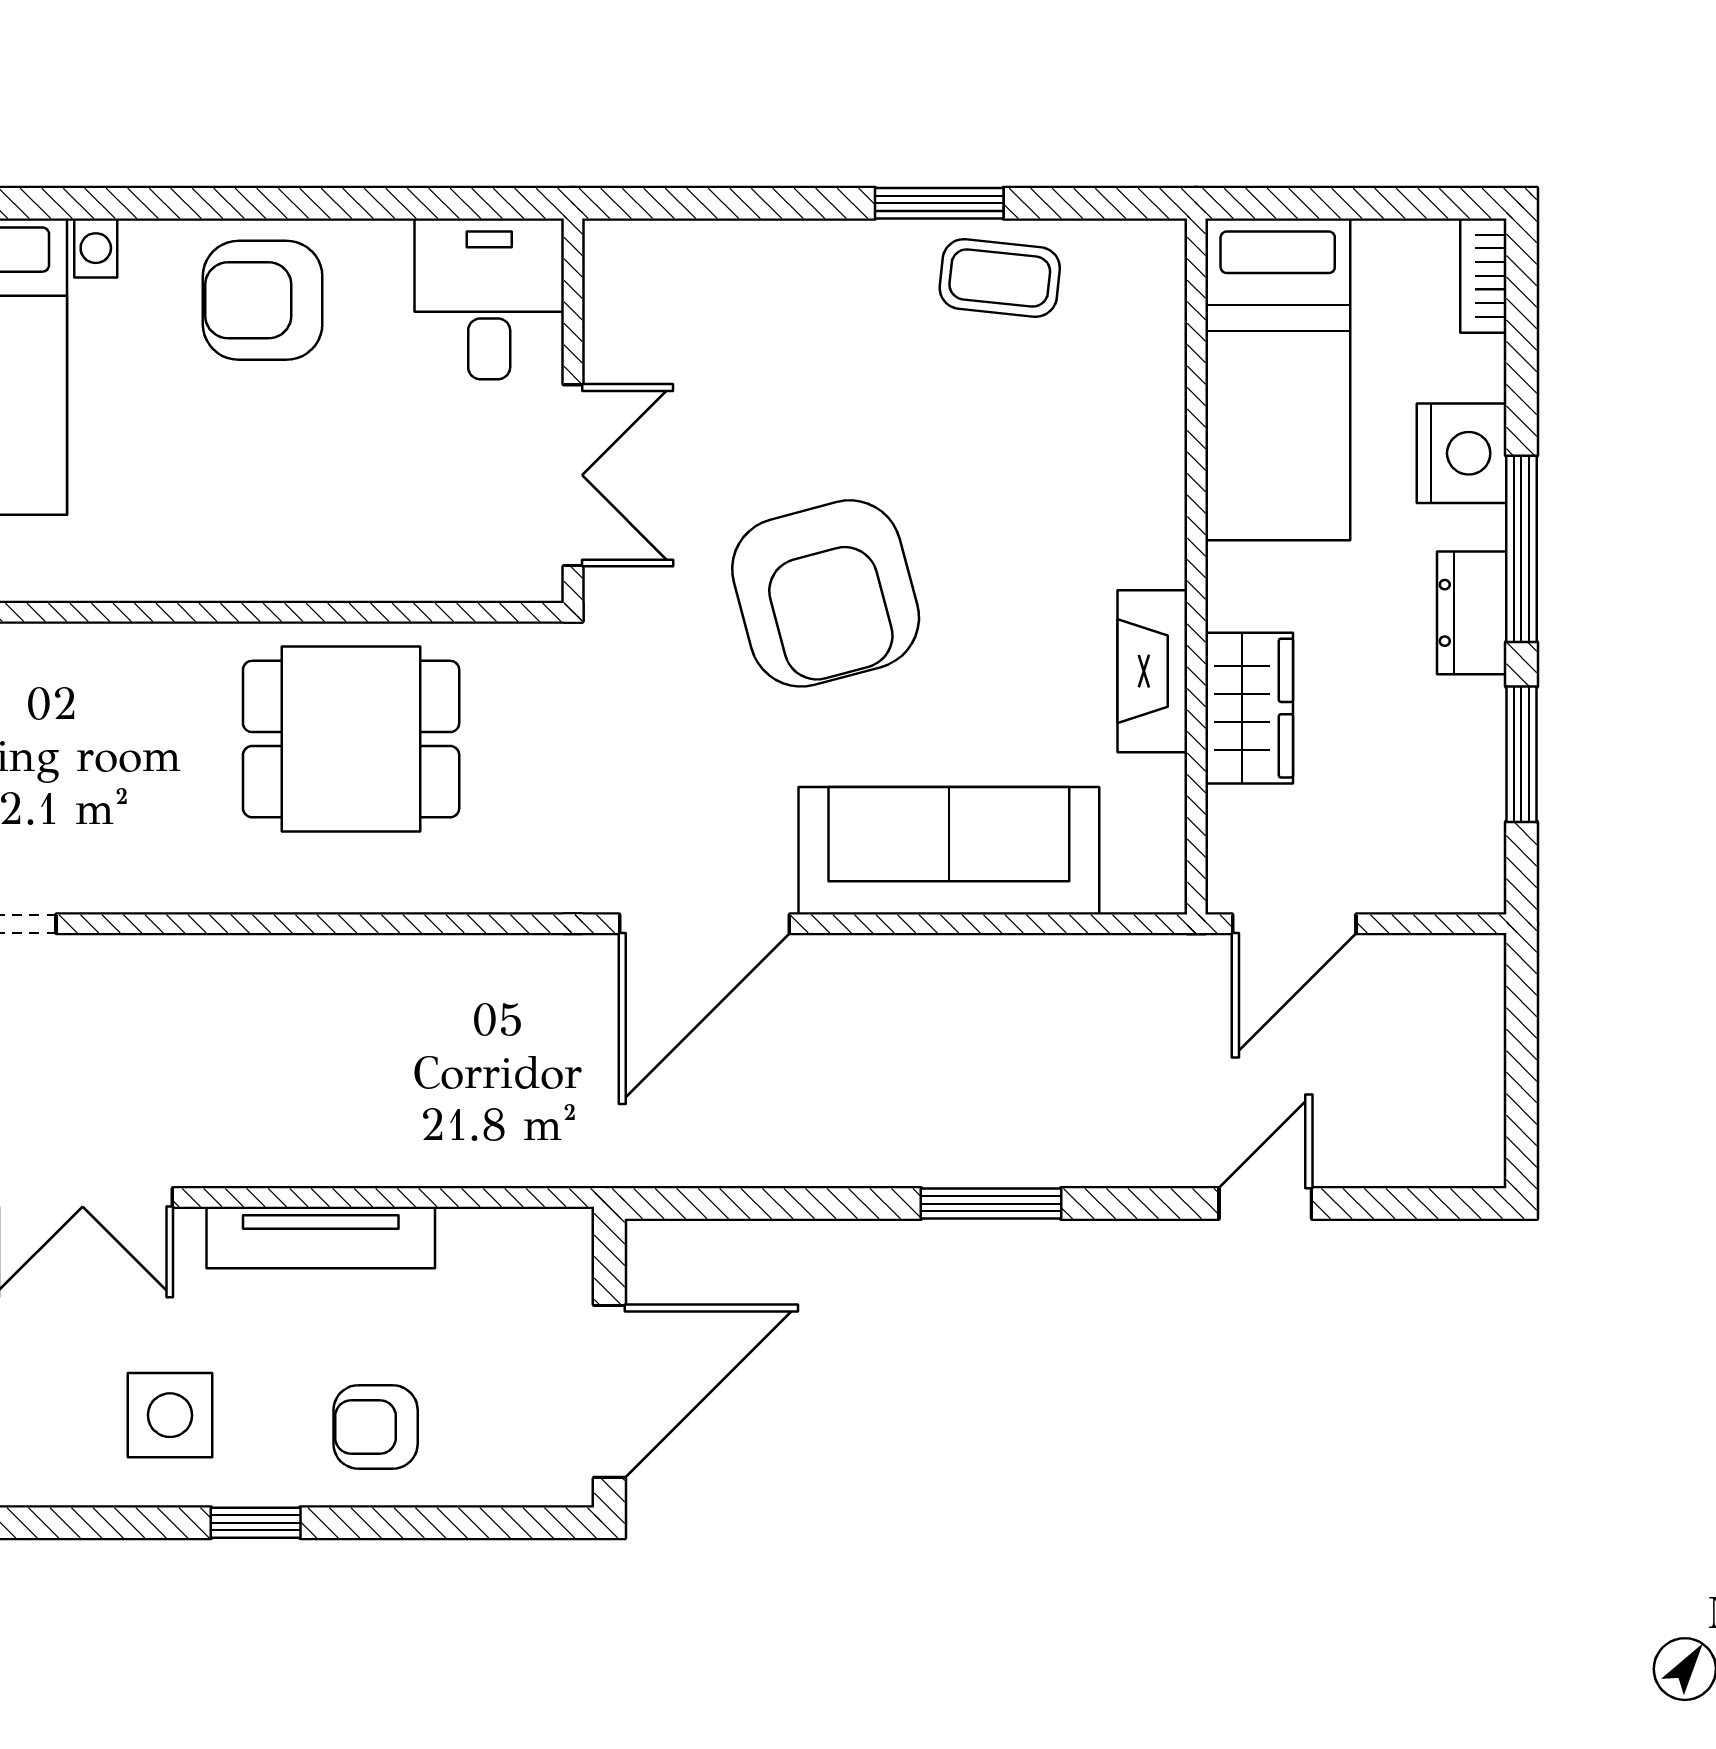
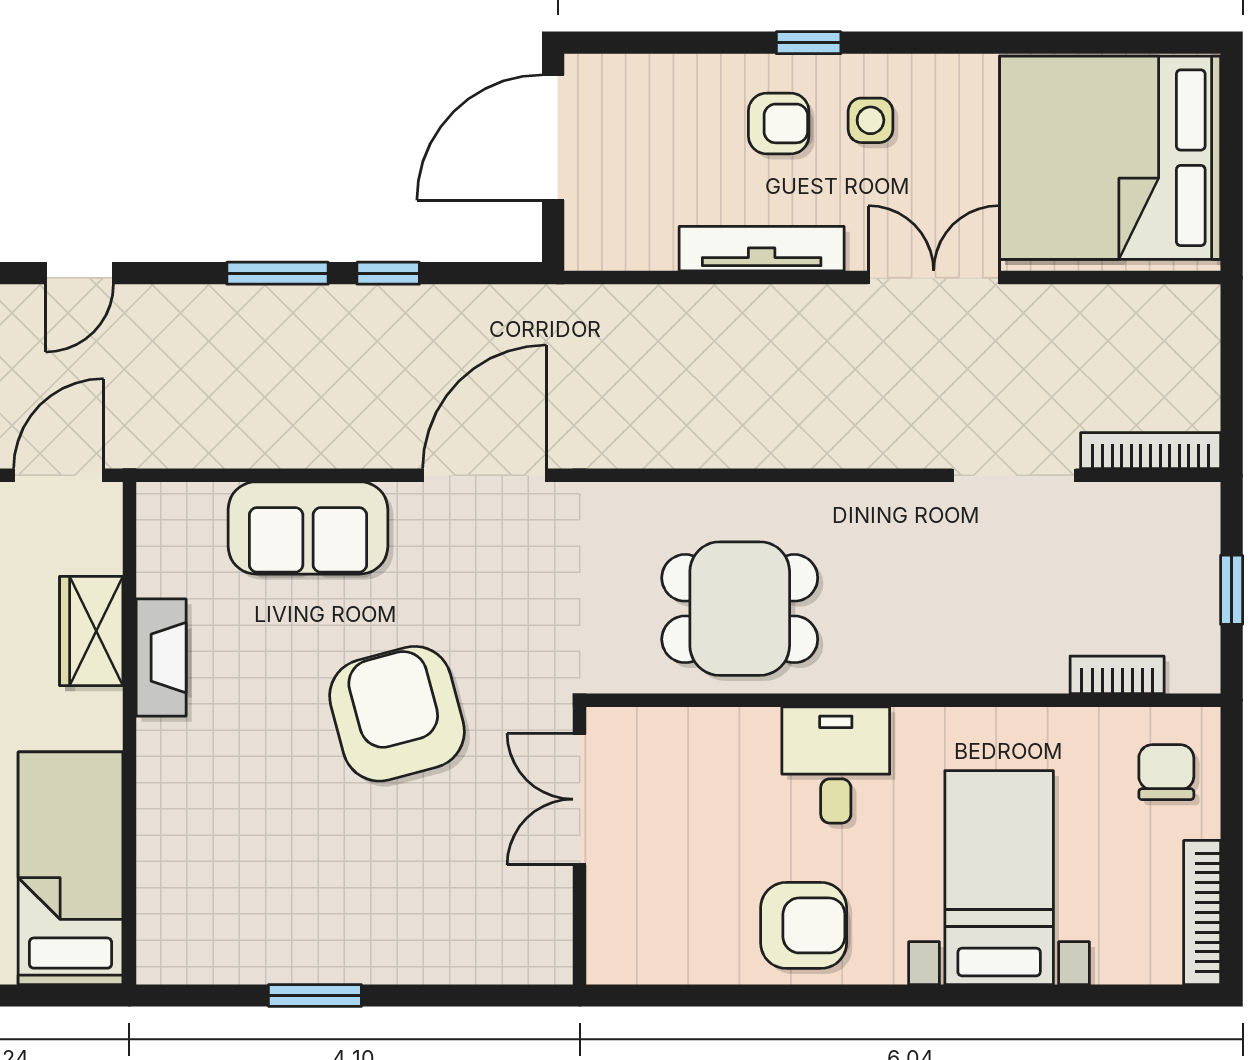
coffee table: (1000, 278) -> (271, 942), removed
desk: (489, 299) -> (836, 765), moved, turned 180
sofa: (949, 851) -> (308, 528), width x0.73
window: (838, 1204) -> (388, 273), added
side table: (170, 1415) -> (870, 120), width x0.73, depth x0.73
armchair: (376, 1427) -> (779, 123), moved

